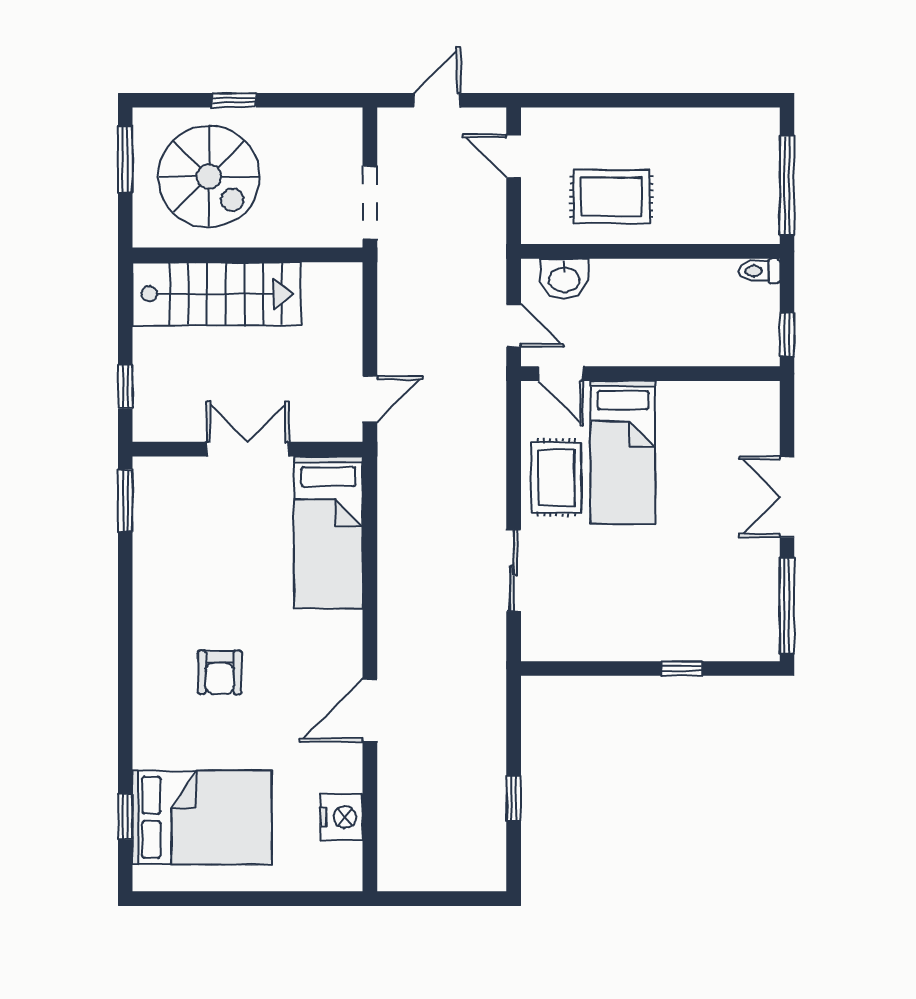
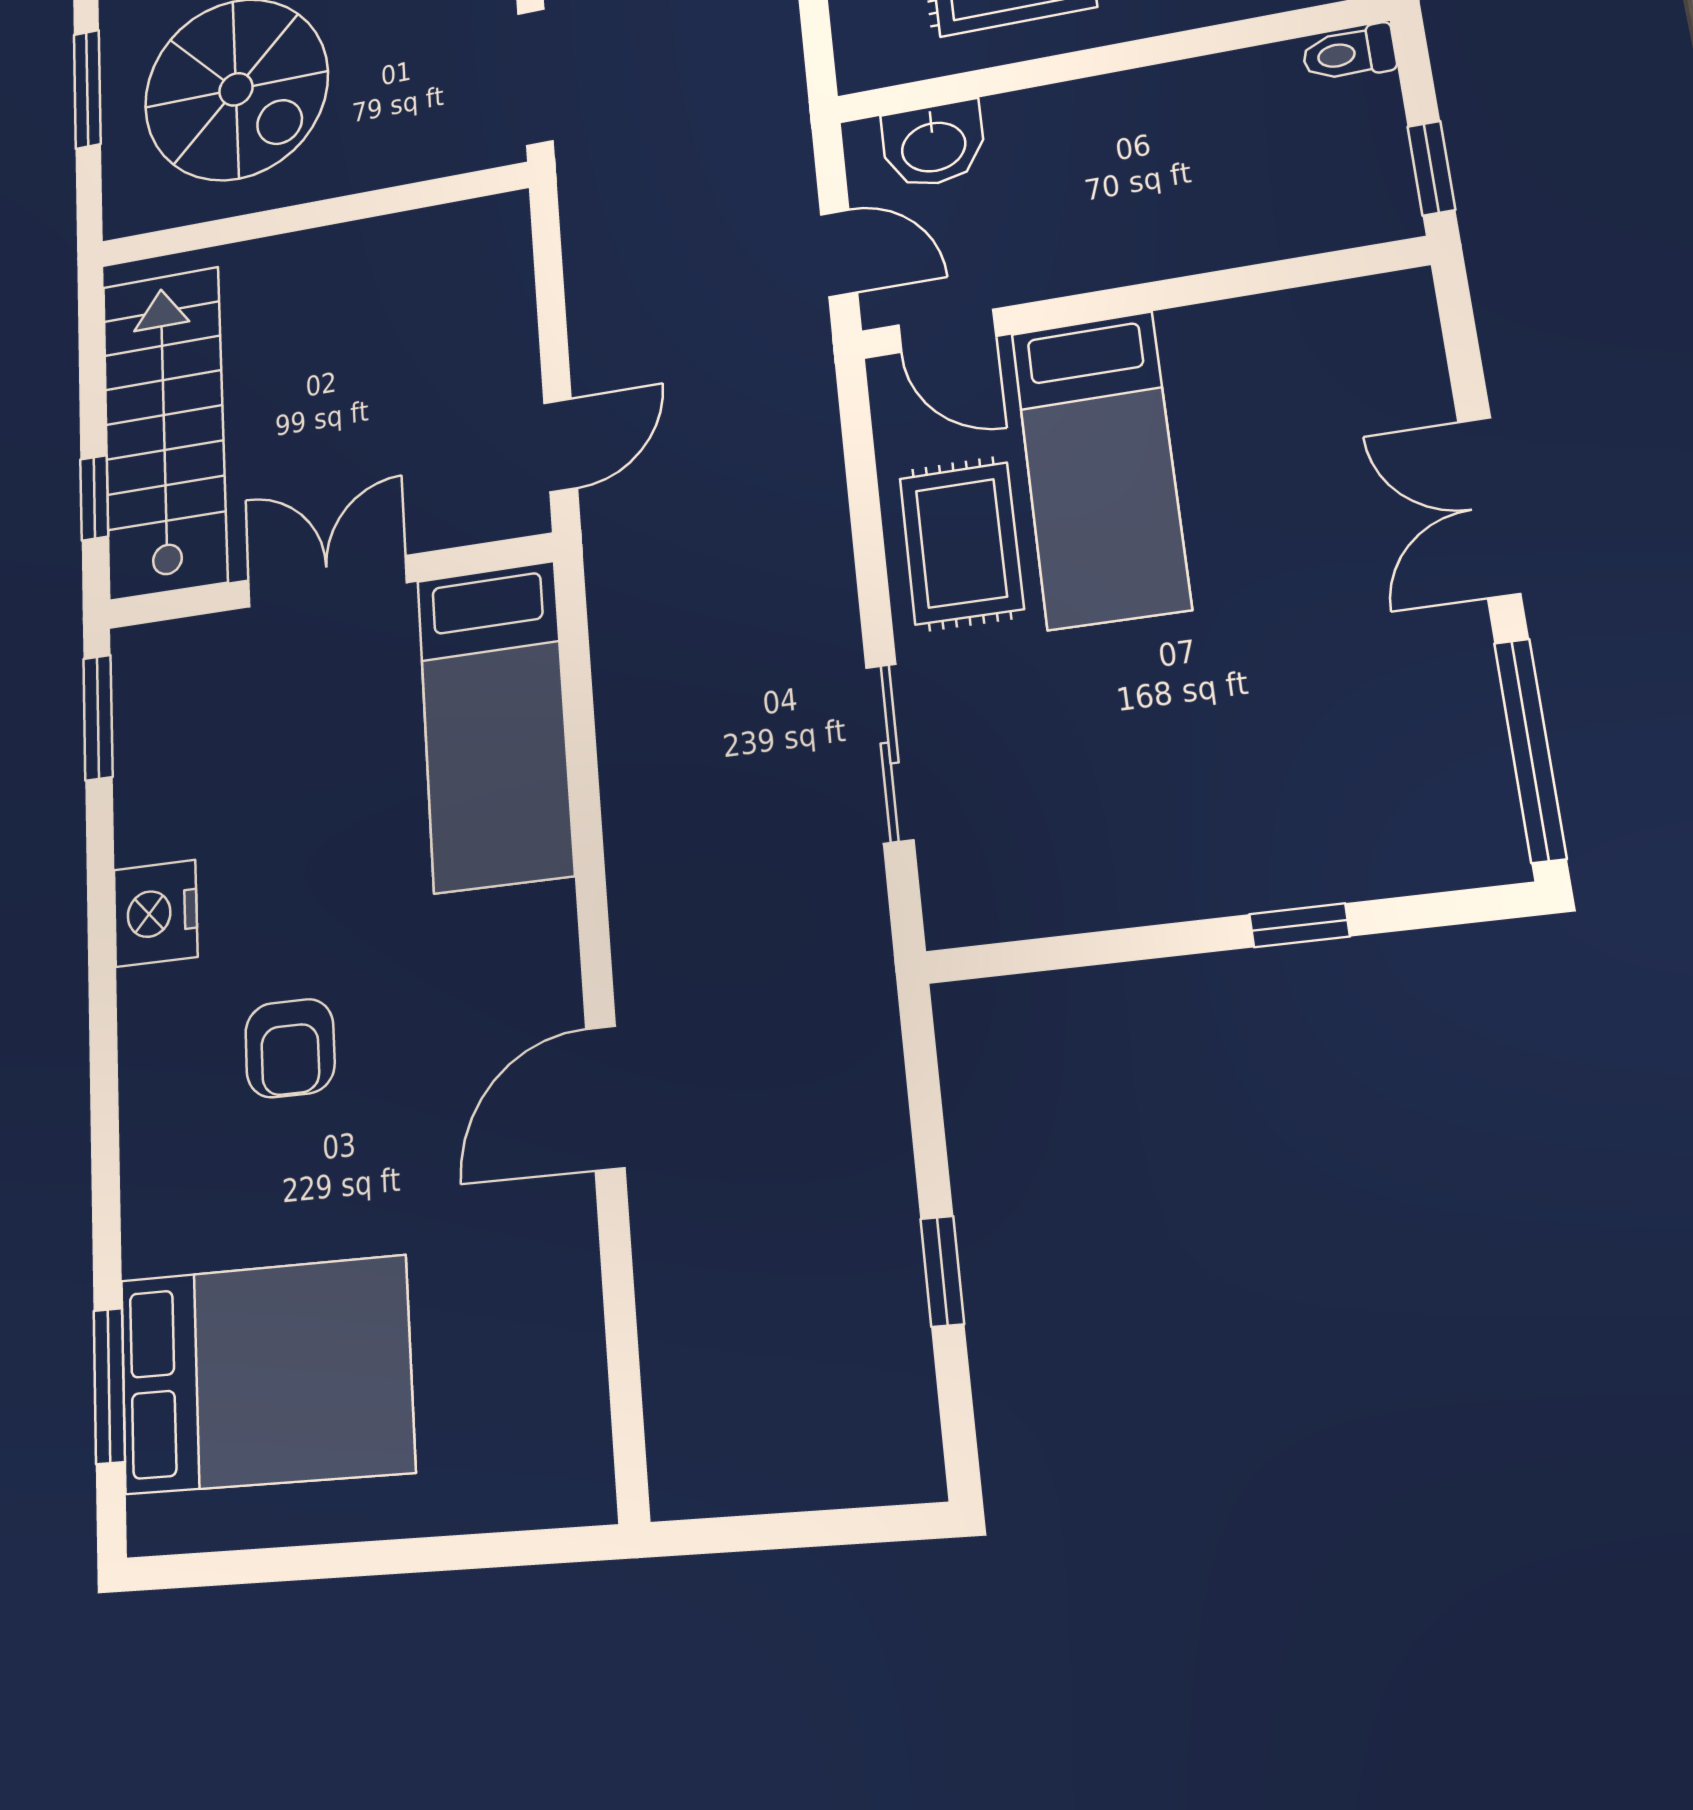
stairs: (217, 294) -> (164, 432), moved, turned -90
window: (125, 817) -> (109, 1386), width x1.50
nightstand: (342, 817) -> (156, 913), moved, turned 180

